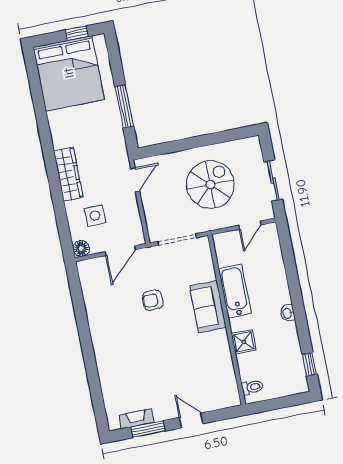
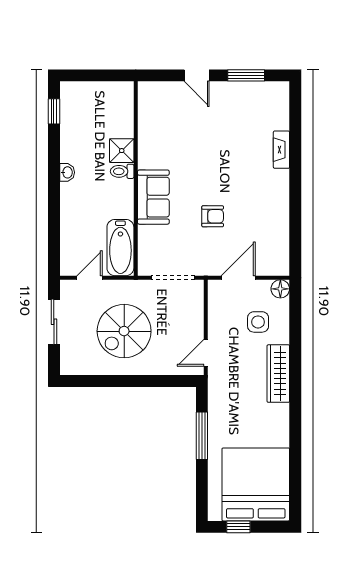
bathtub: (235, 291) -> (120, 248), moved
toilet: (252, 387) -> (122, 171), moved
fireplace: (137, 419) -> (281, 150), moved, turned 90

